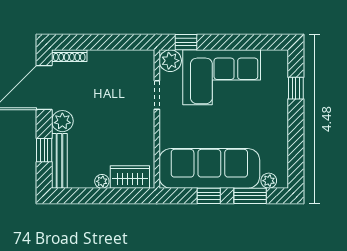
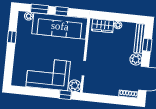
window: (296, 88) -> (12, 37), moved

